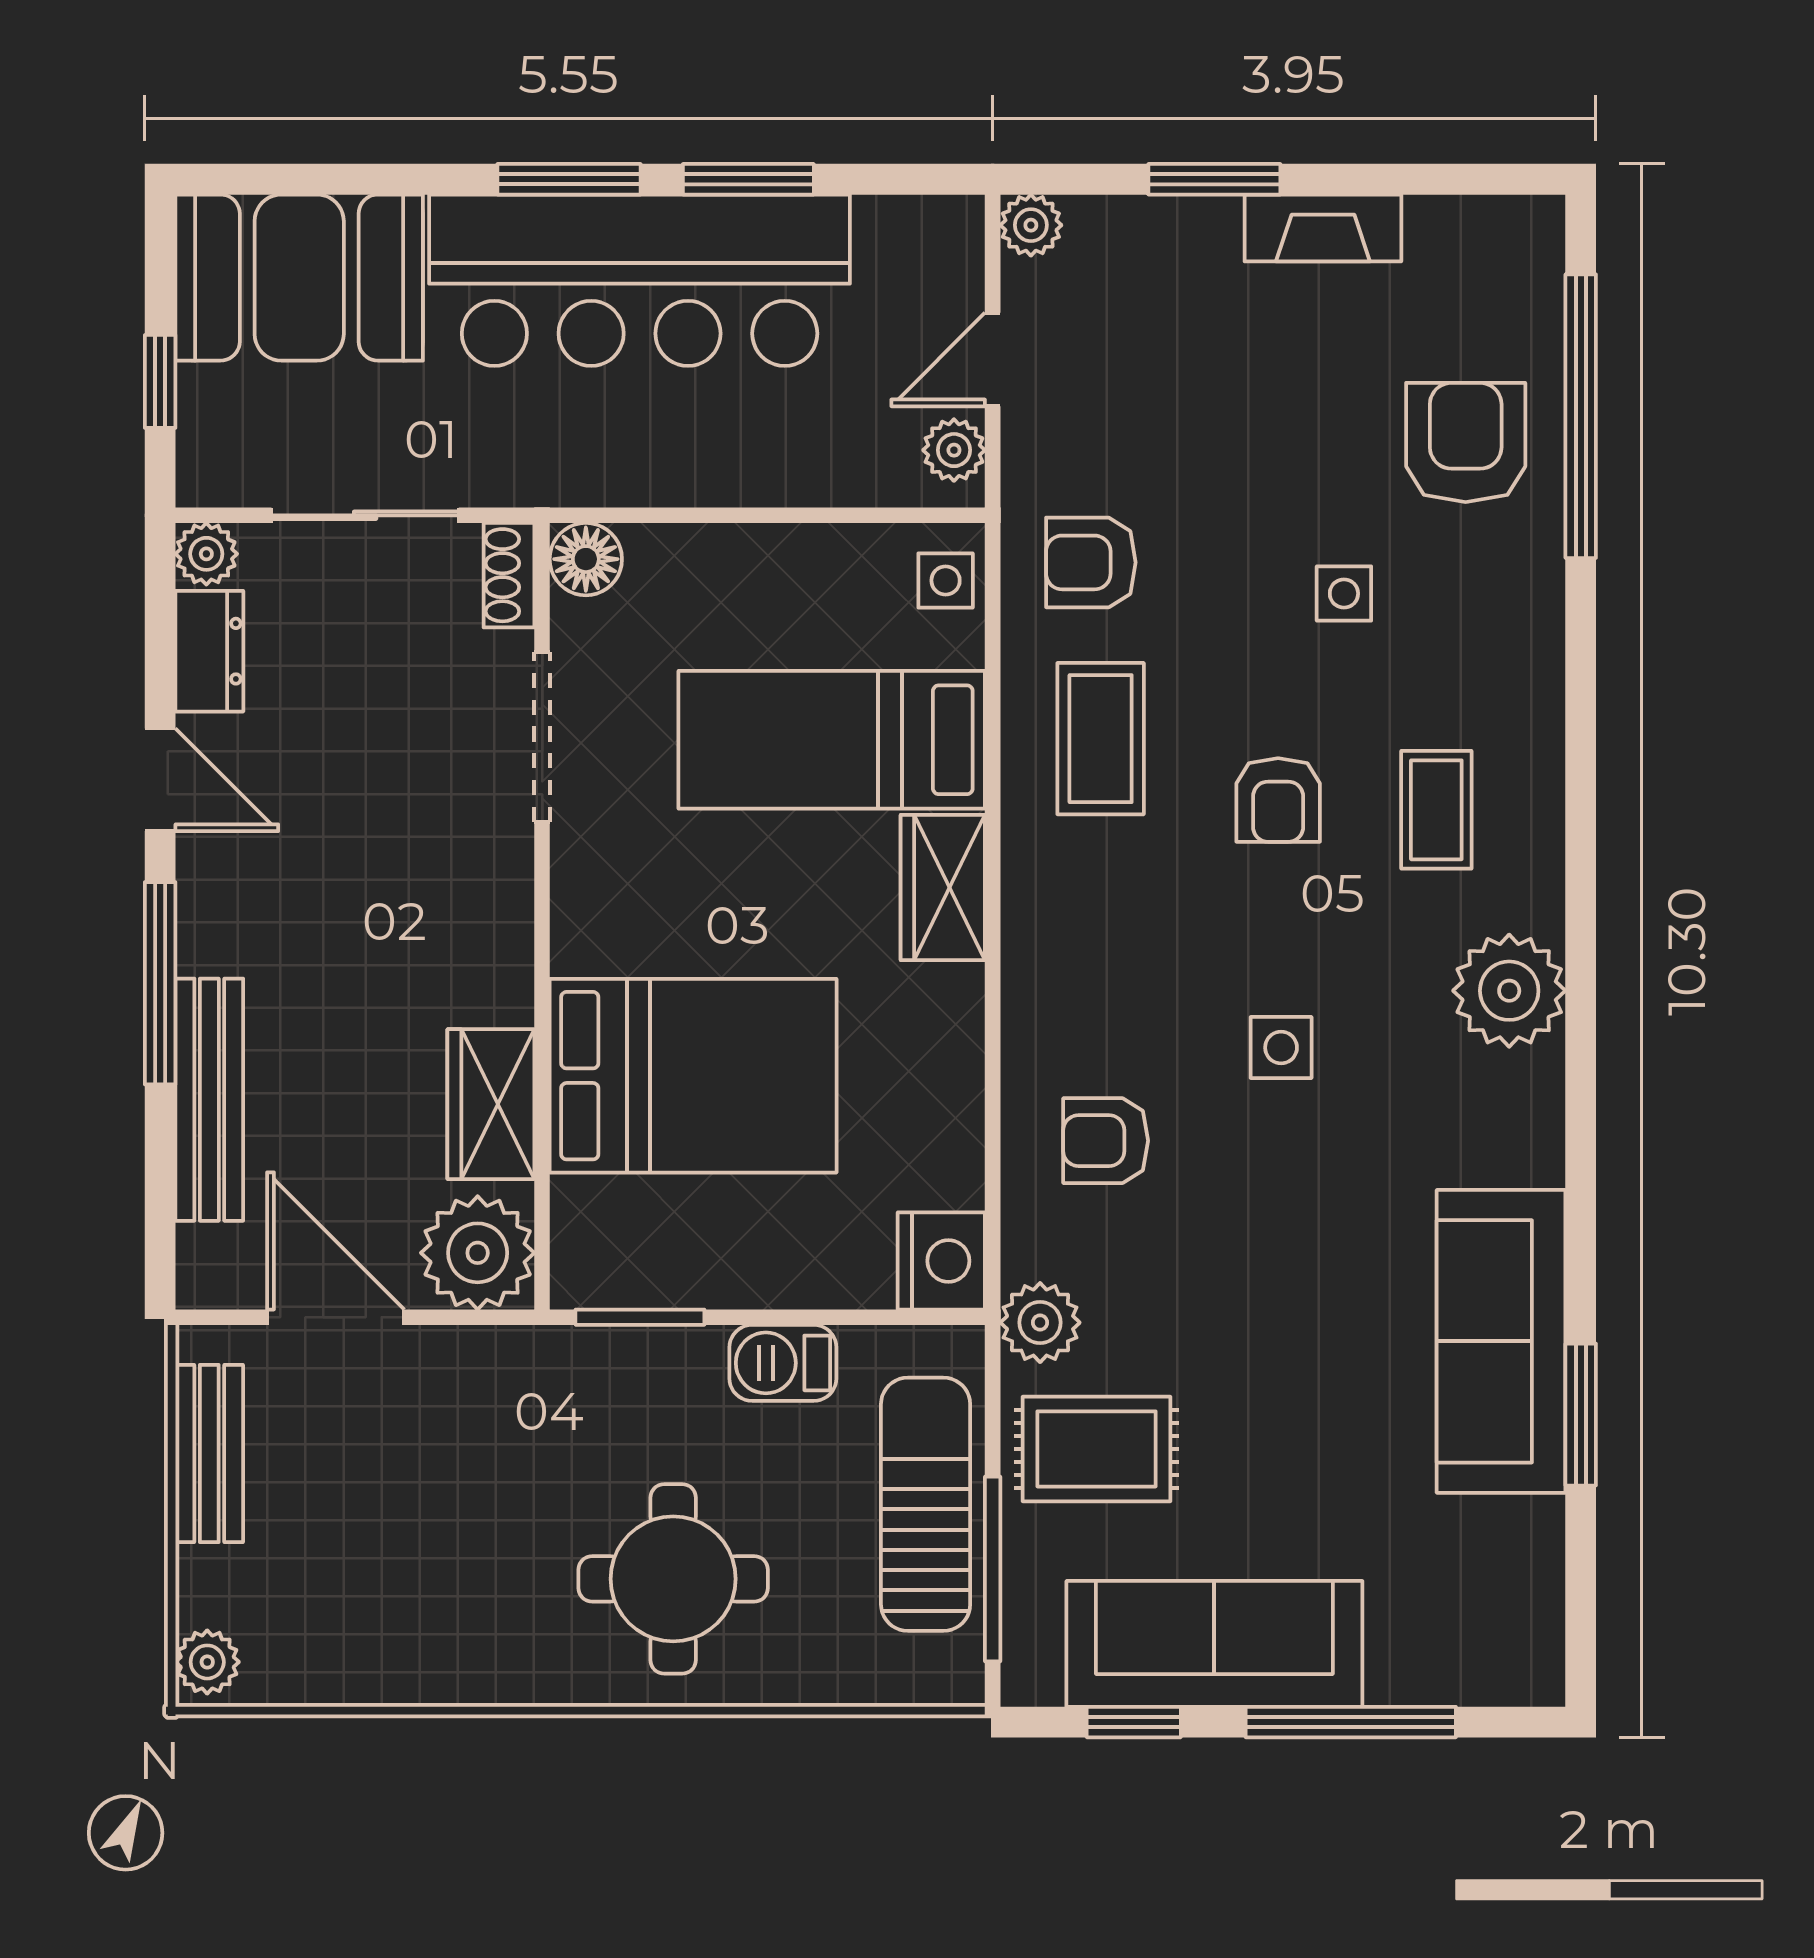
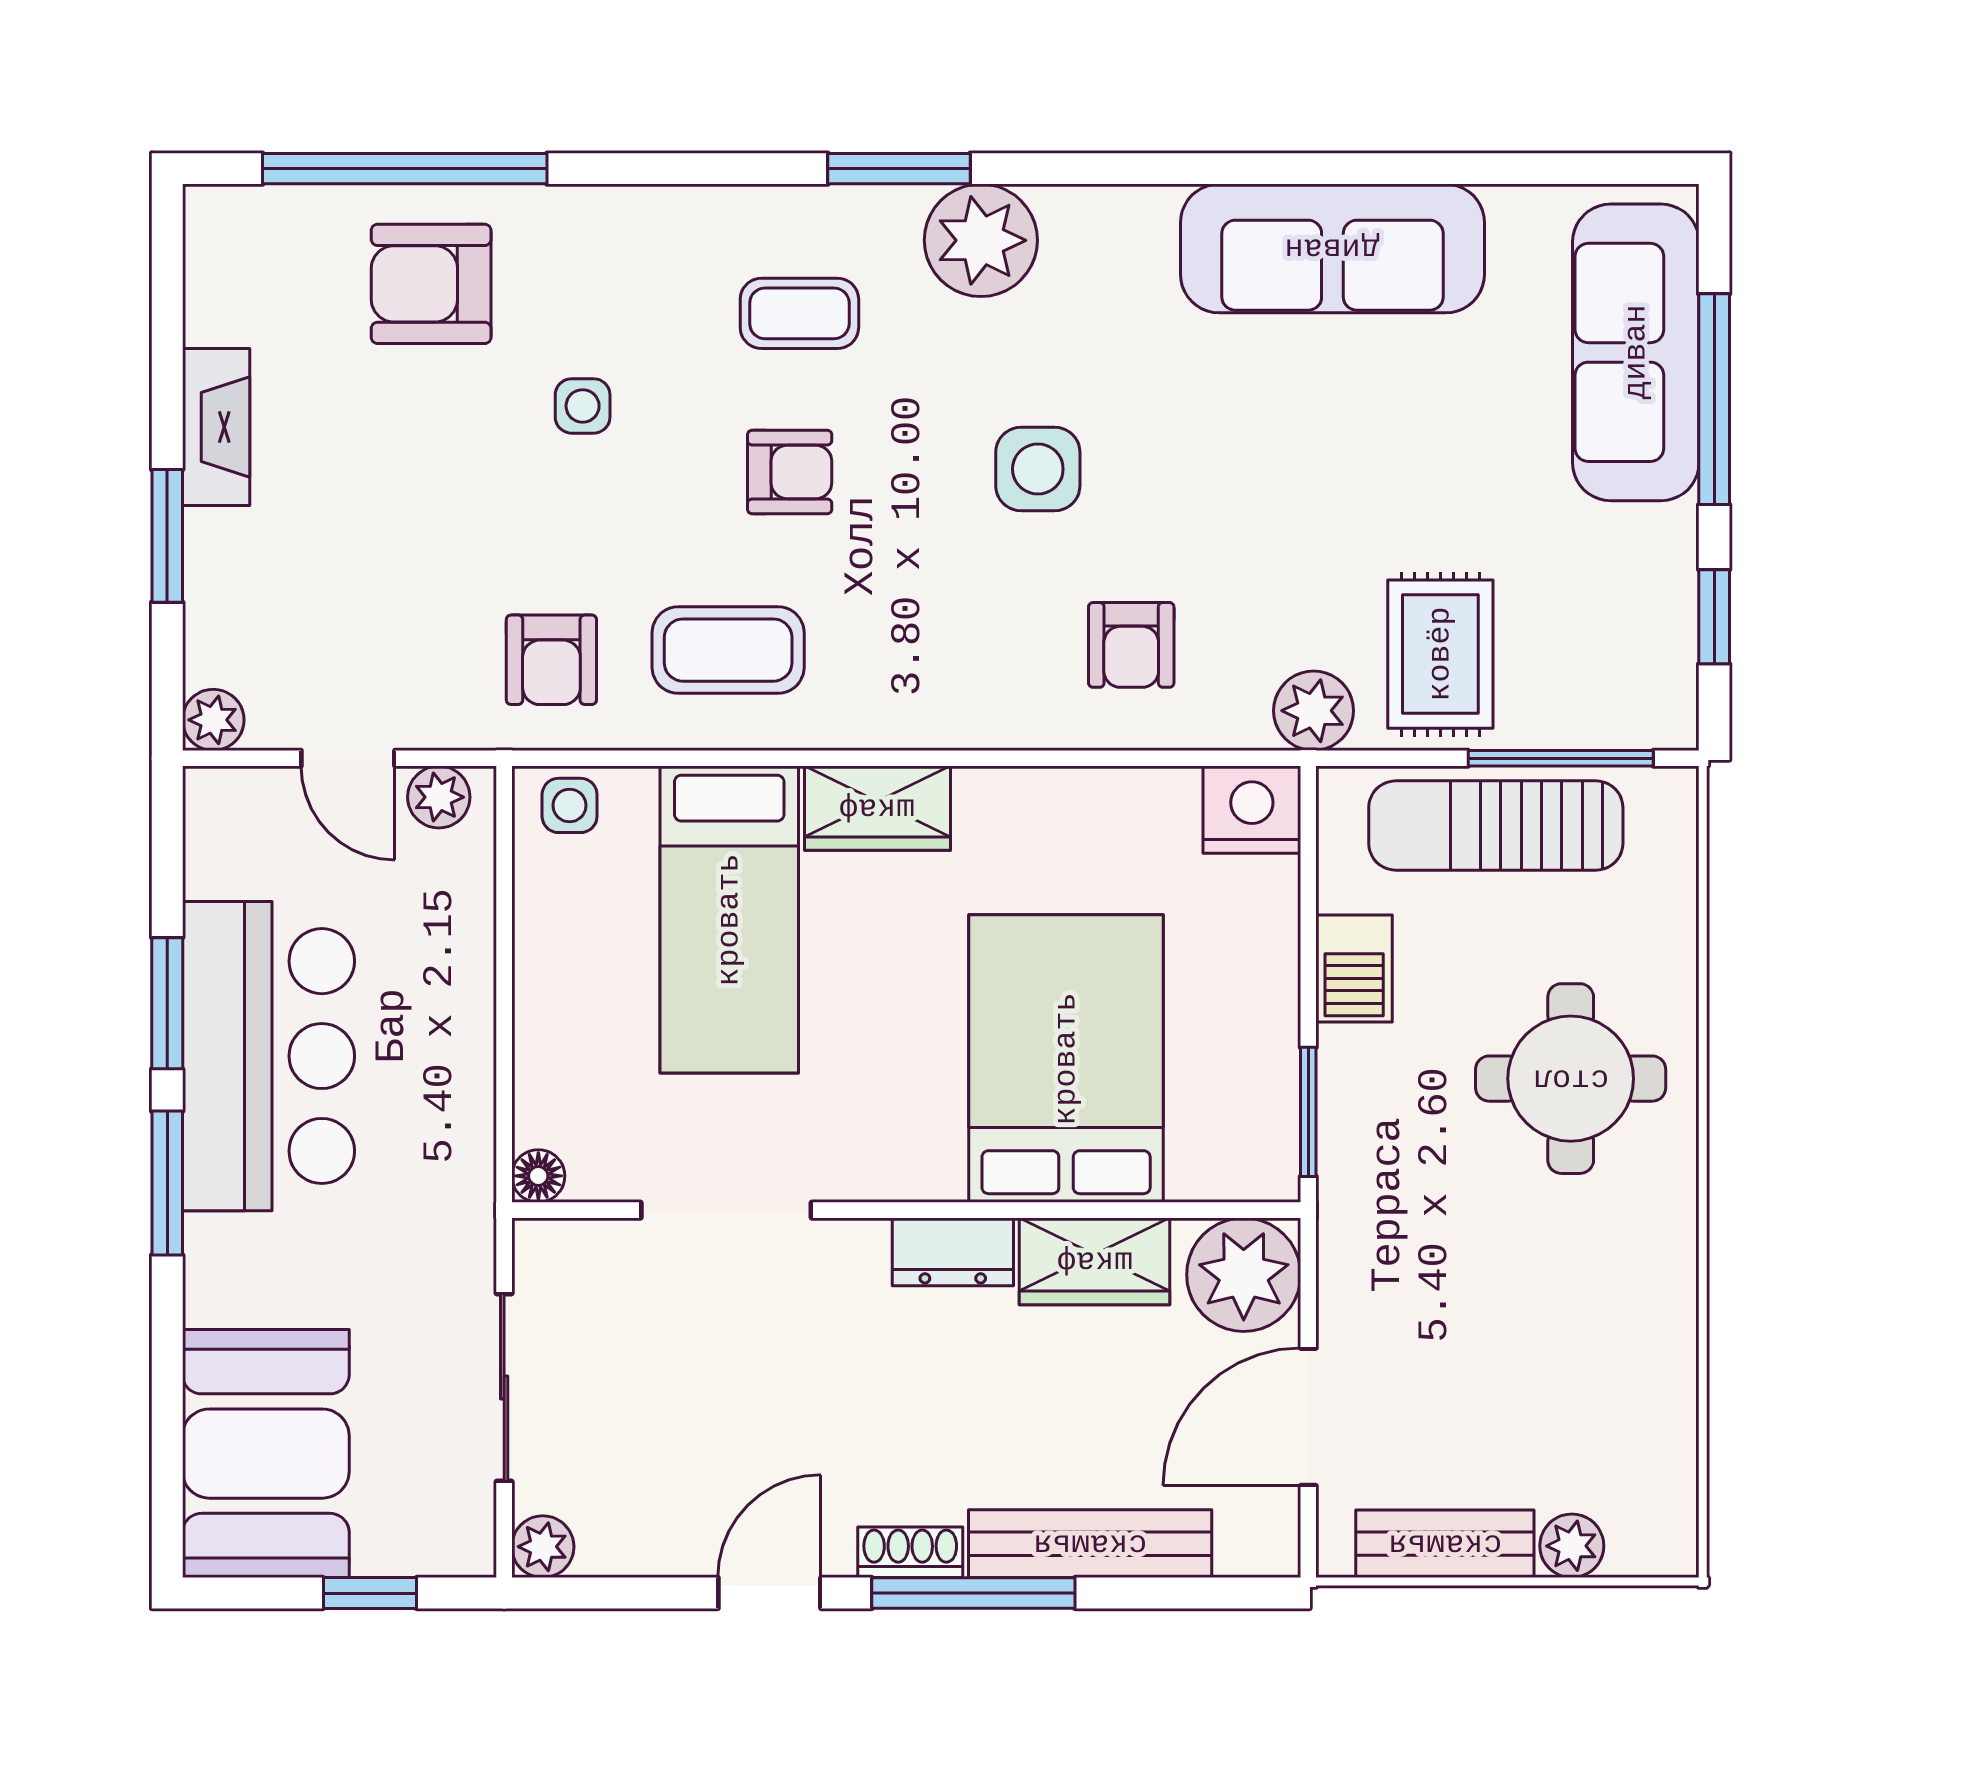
bar counter: (640, 280) -> (268, 1056), width x0.73
floor lamp: (586, 559) -> (538, 1176), width x0.73, depth x0.73
shoe rack: (509, 575) -> (910, 1552), moved, turned 180
dresser: (209, 651) -> (953, 1252), moved, turned 180
side table: (1281, 1048) -> (1038, 469), width x1.37, depth x1.37
window: (1581, 1415) -> (899, 169), moved
sofa: (1214, 1644) -> (1636, 352), moved
plant: (207, 1662) -> (1572, 1546), moved

